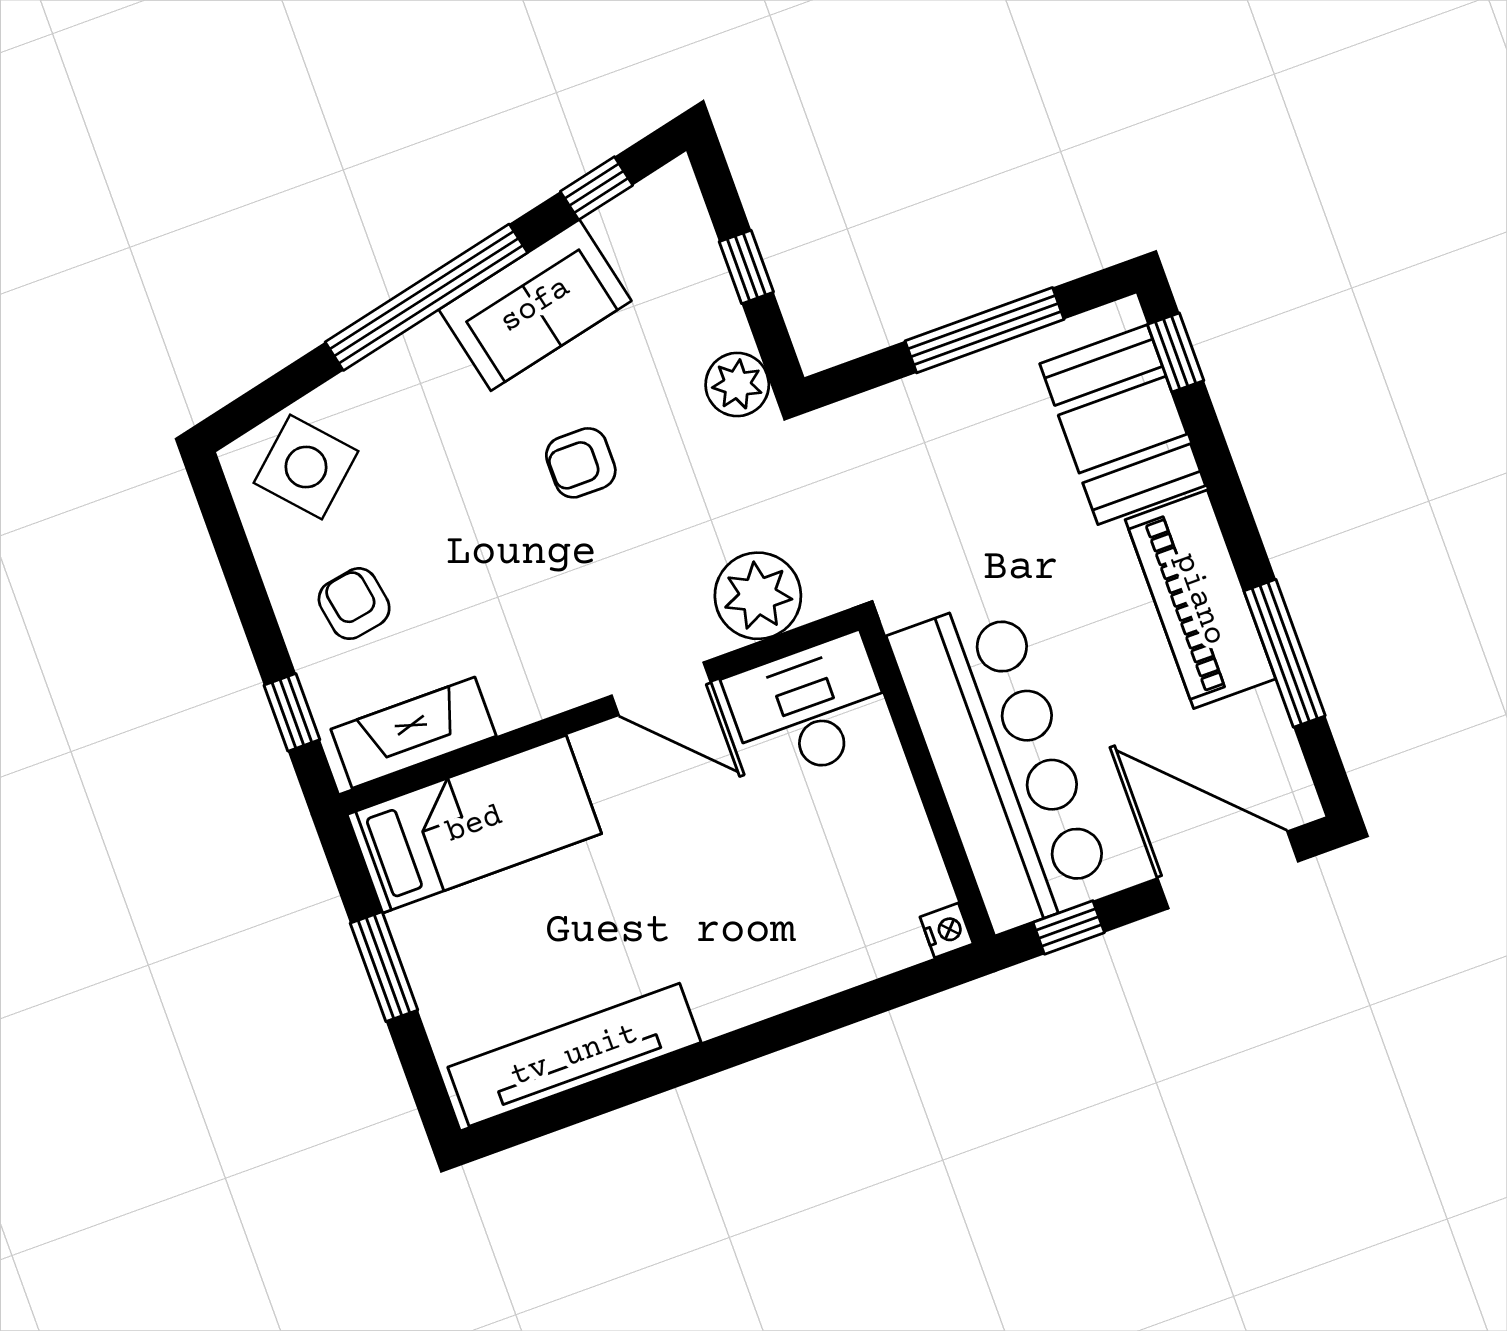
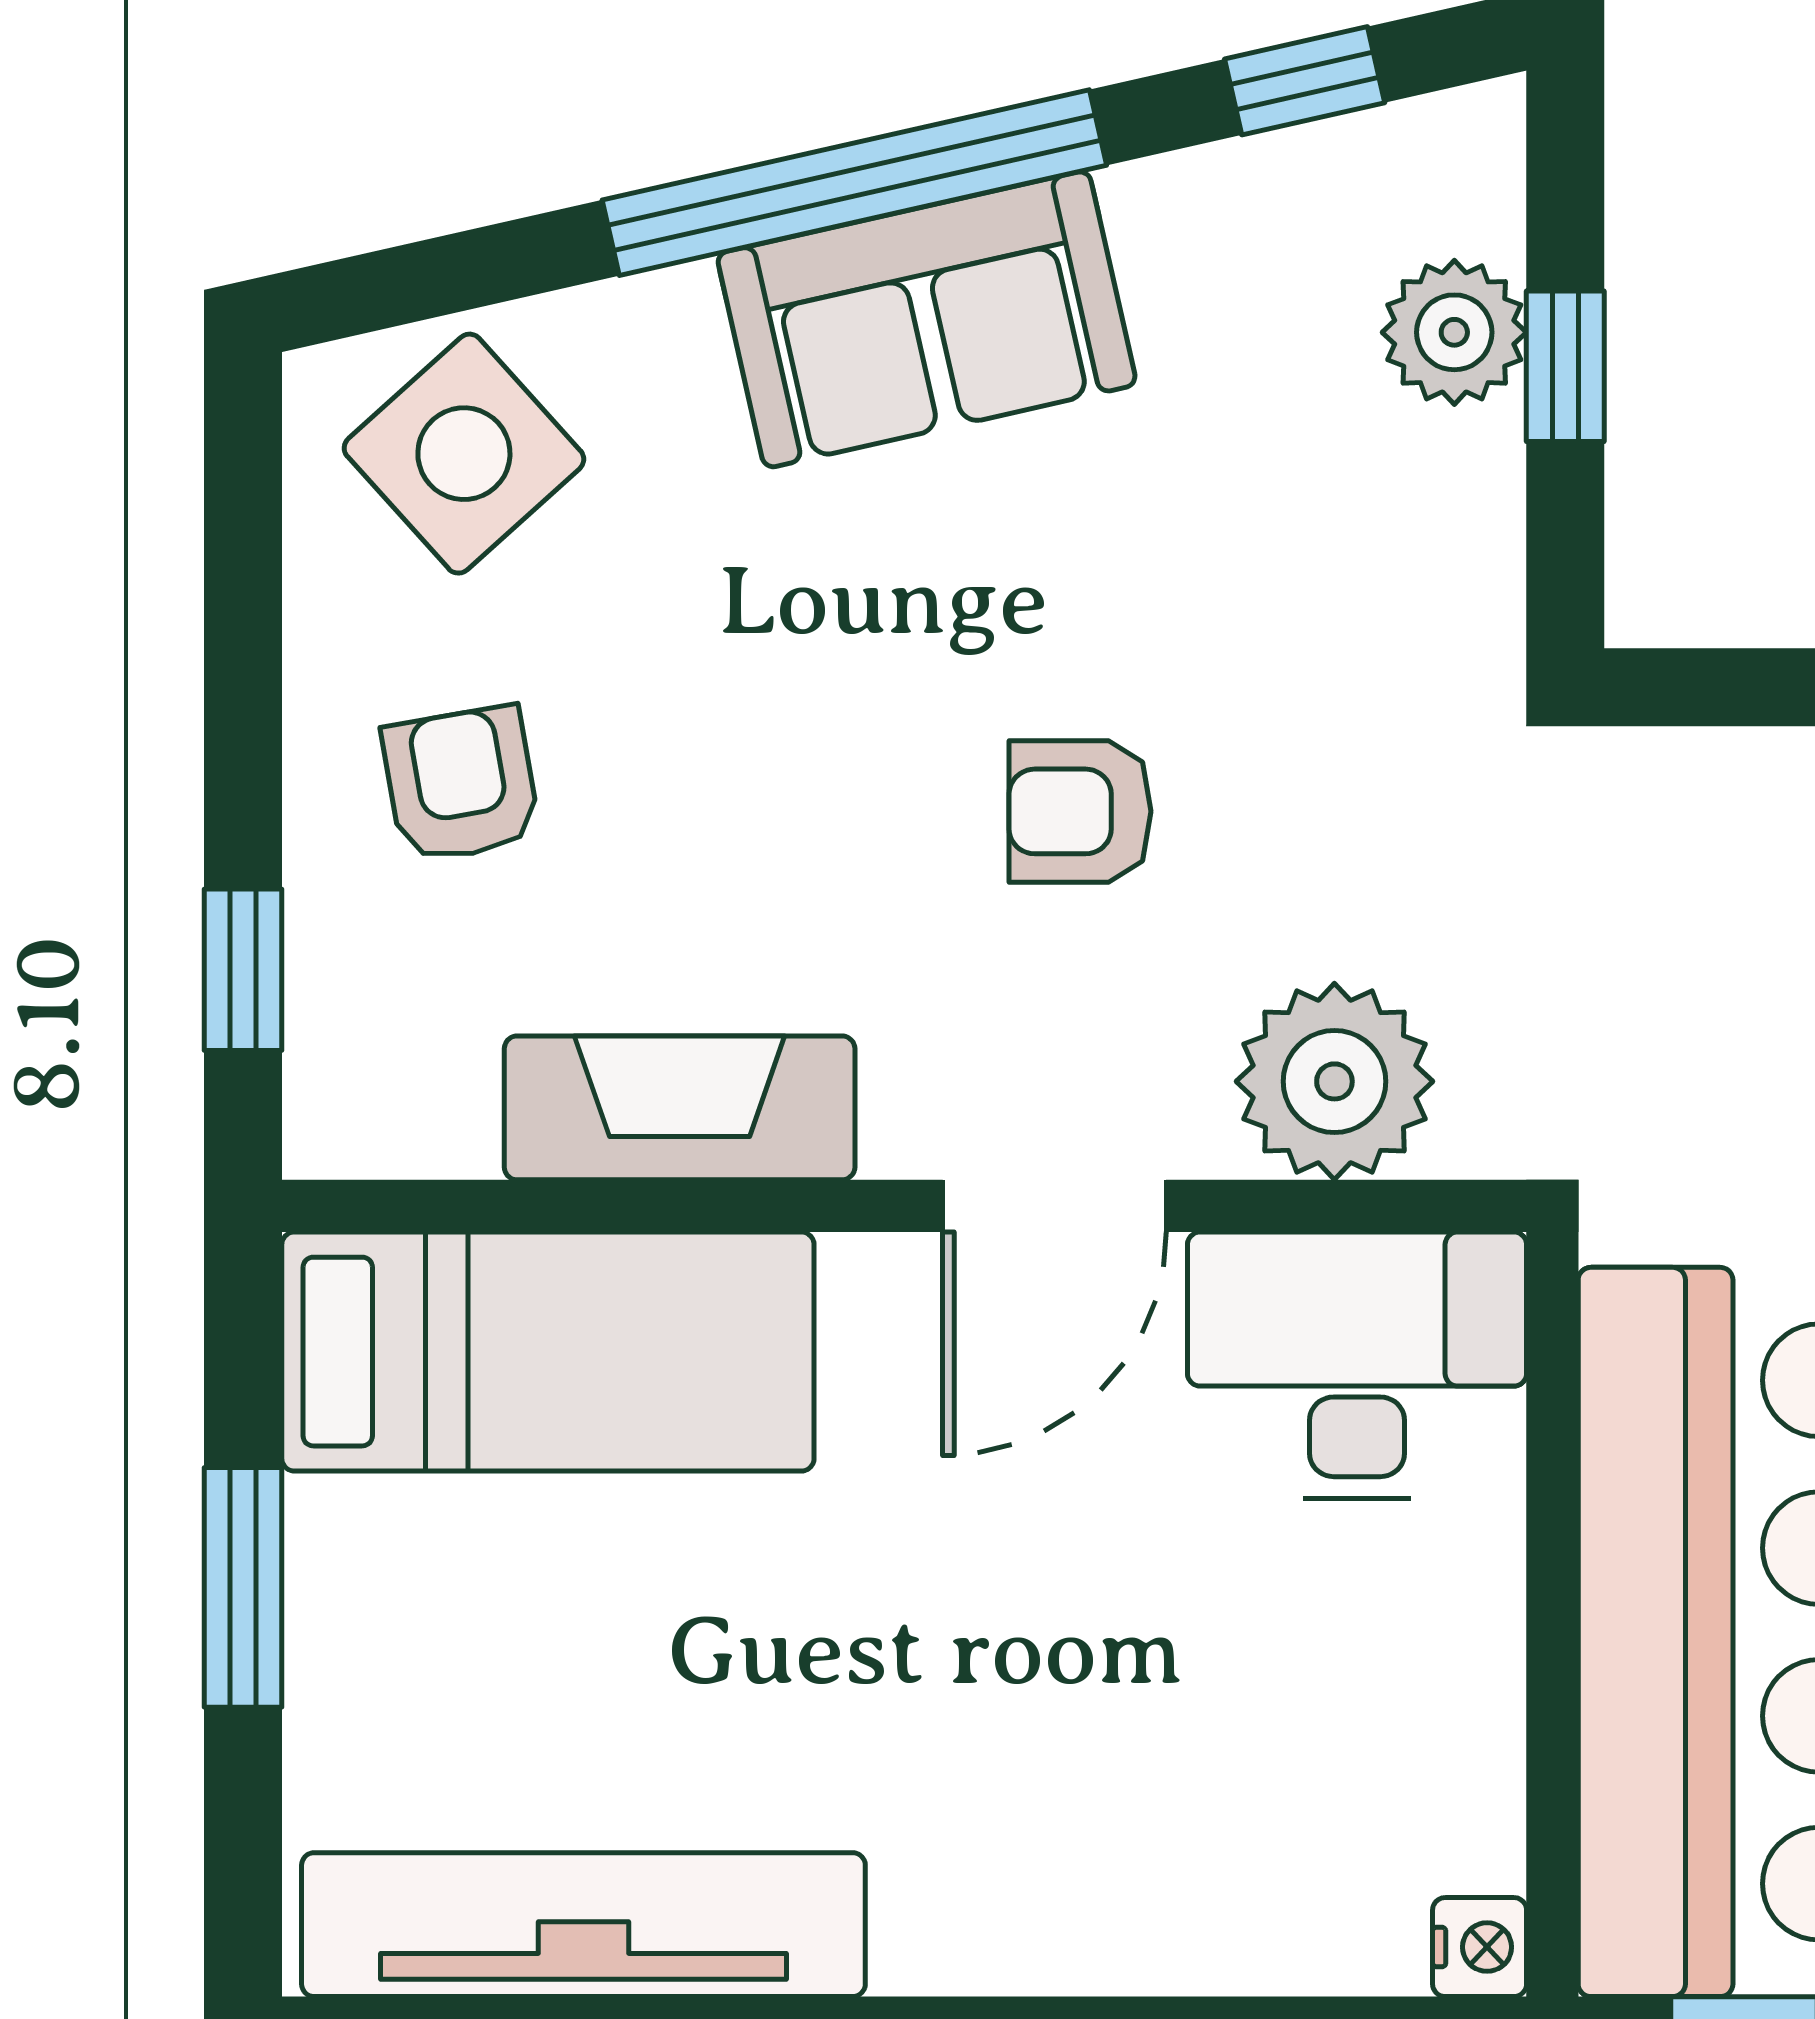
sofa: (535, 305) -> (927, 319), moved
plant: (737, 385) -> (1454, 332), moved
armchair: (581, 463) -> (1080, 811), moved
door: (661, 689) -> (1054, 1206), hinge flipped
fireplace: (414, 733) -> (680, 1108), moved

